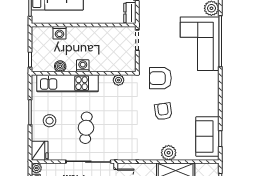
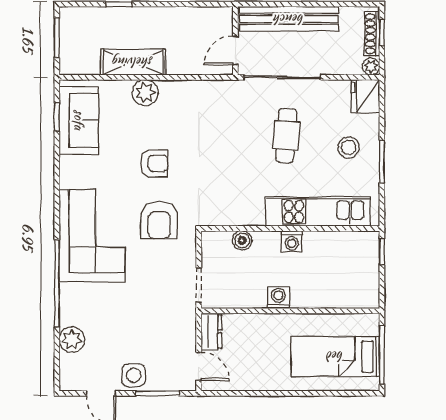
washing machine: (60, 33) -> (278, 298), moved
corner sofa: (200, 44) -> (92, 236), moved
boiler: (60, 66) -> (242, 240), moved
armchair: (160, 78) -> (159, 220), turned 90
plant: (118, 80) -> (231, 217), removed
armchair: (163, 111) -> (154, 163), turned -82

